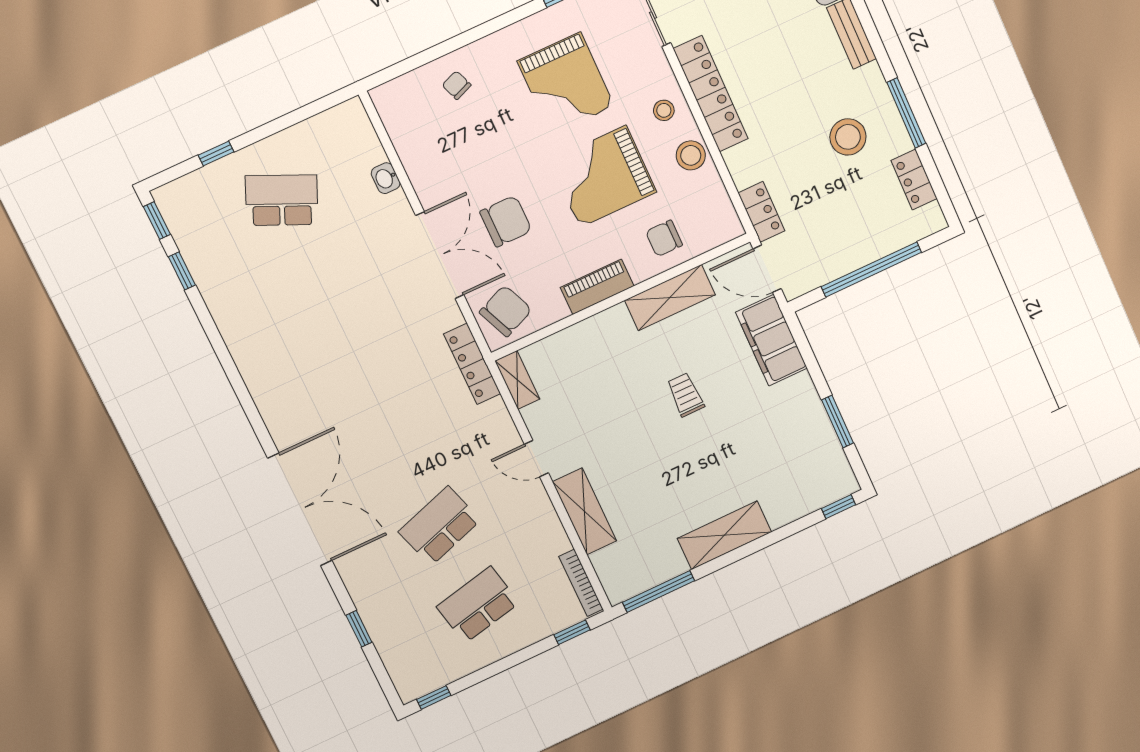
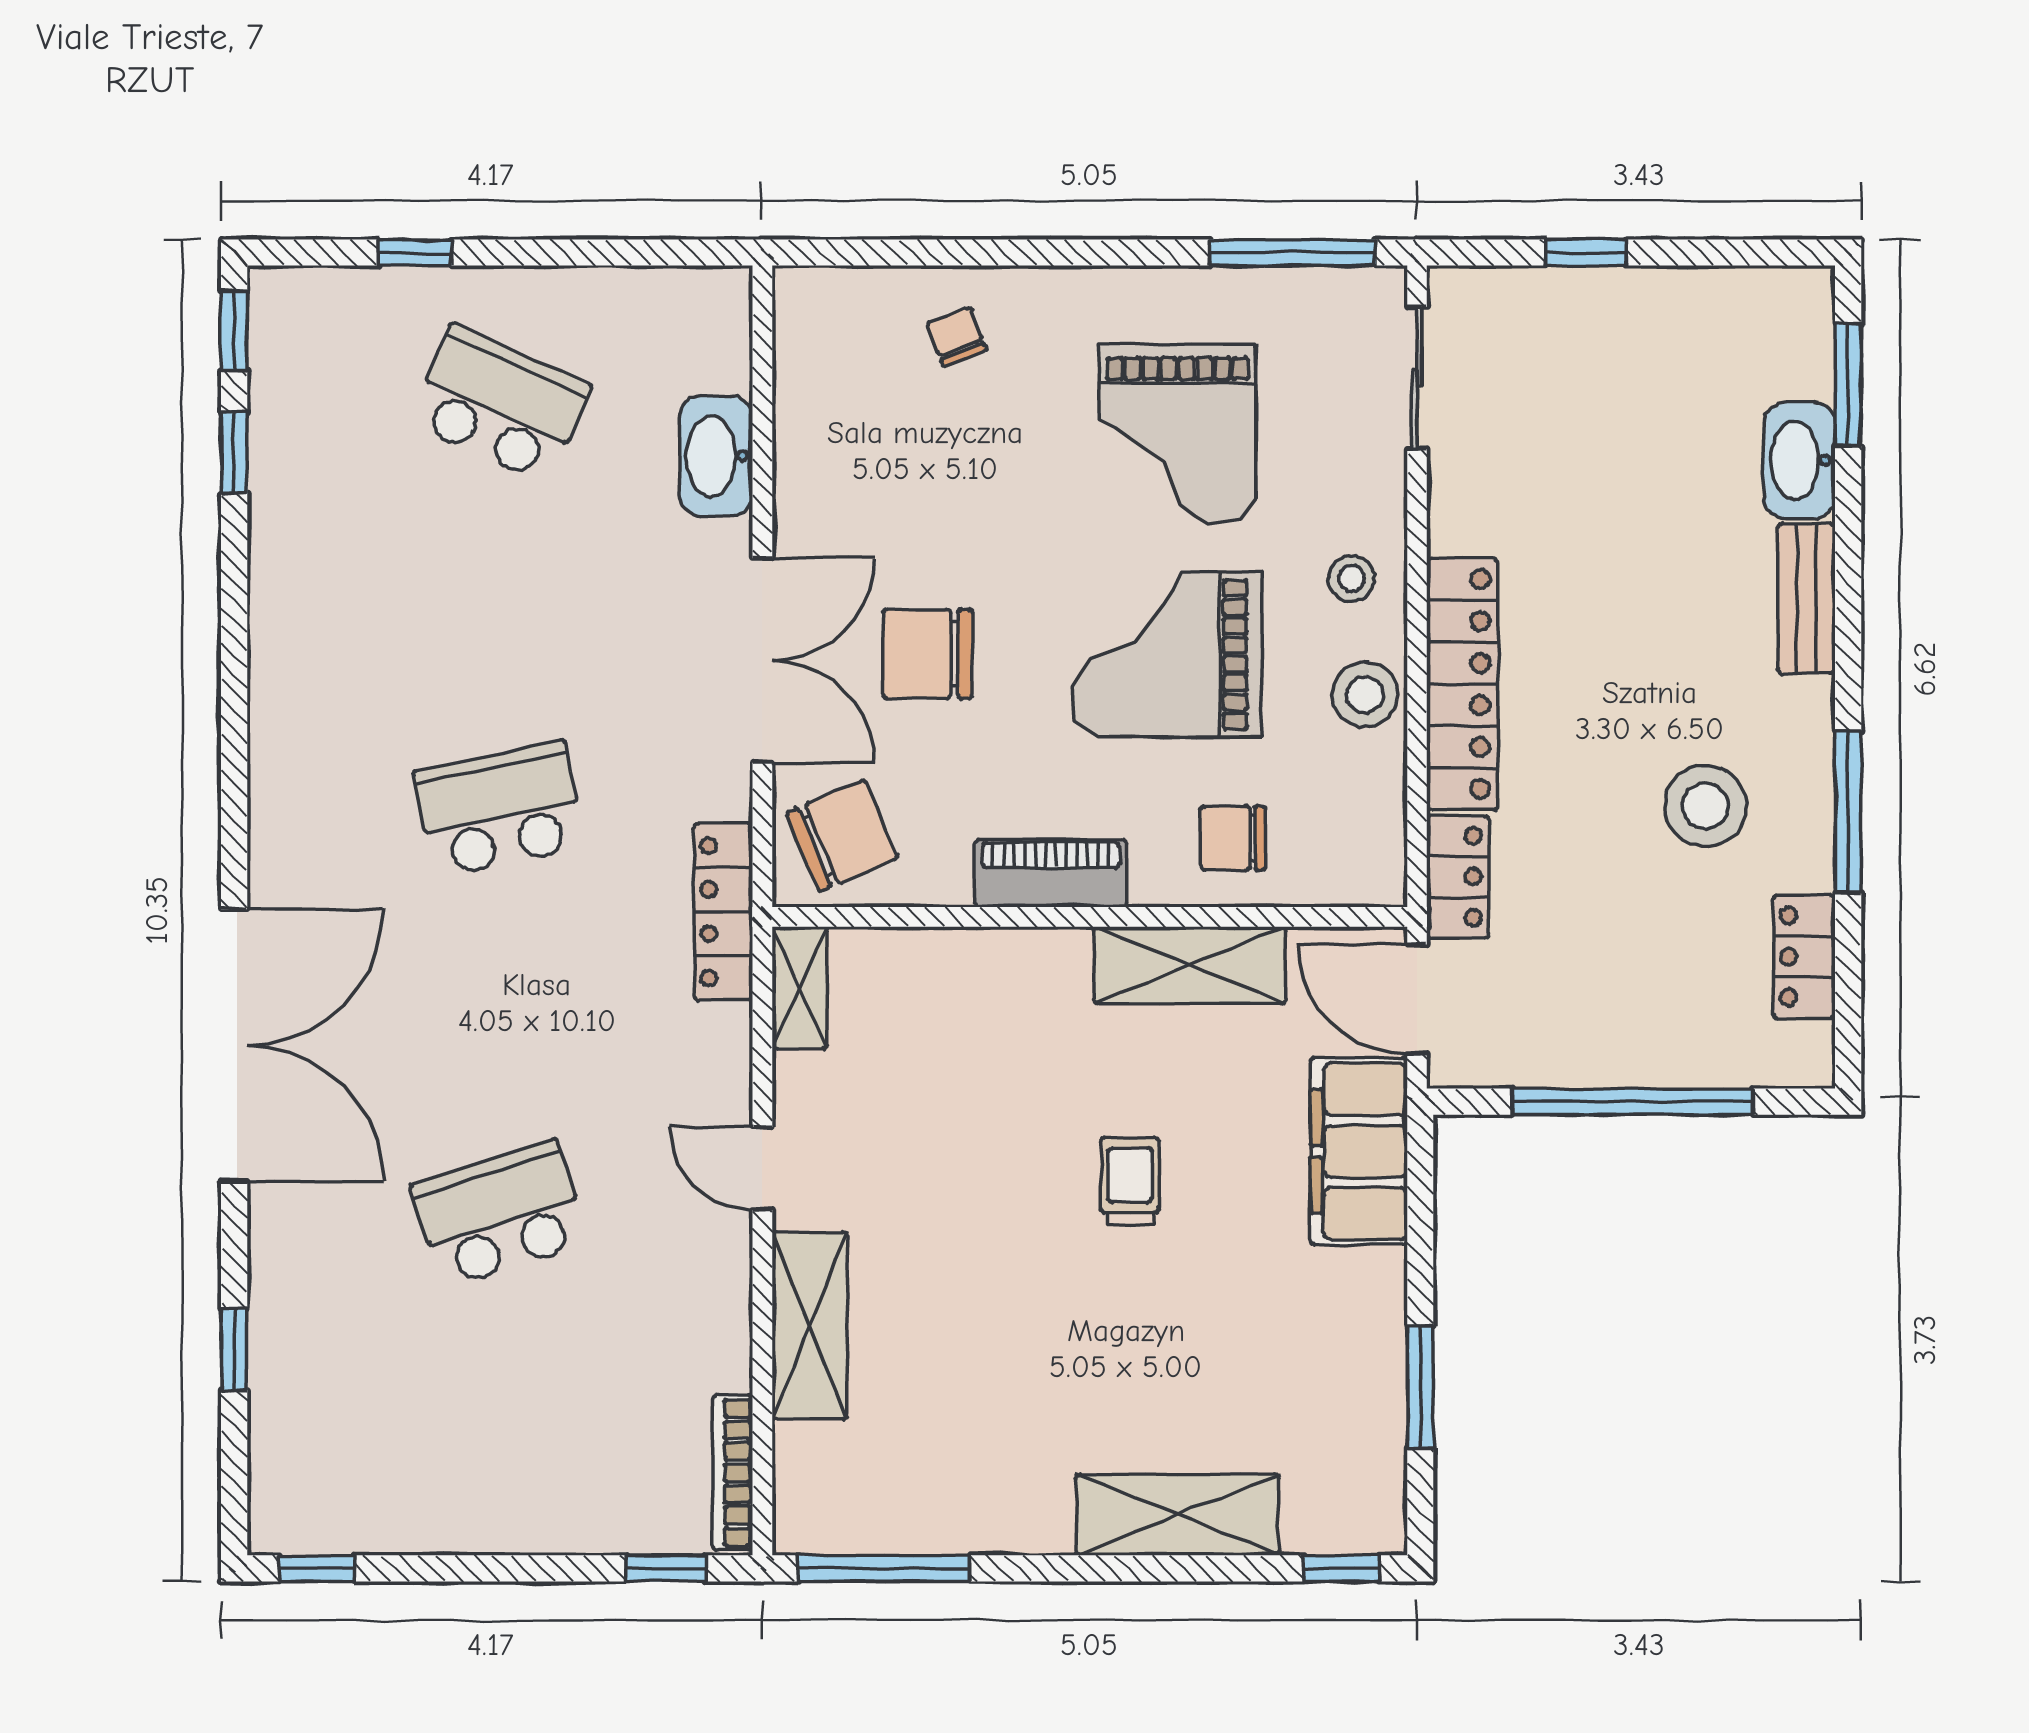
locker: (711, 94) -> (1462, 684), moved
washbasin: (386, 178) -> (716, 456), width x1.91, depth x1.45
chair: (506, 221) -> (928, 654), turned 180
shelving: (724, 535) -> (1178, 1515), moved
school desk: (478, 605) -> (500, 809), moved

